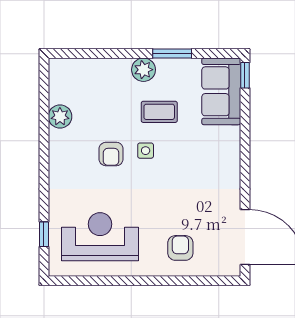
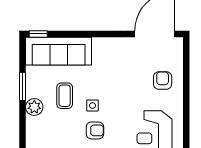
sofa: (221, 91) -> (59, 51), width x1.36
armchair: (180, 248) -> (163, 80), turned 90

